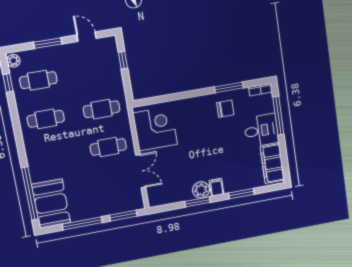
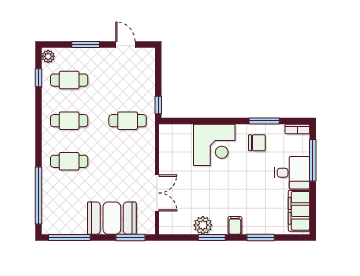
window: (123, 60) -> (158, 105), moved
corner desk: (155, 129) -> (214, 145), moved, turned 90
cafe table: (108, 147) -> (69, 161), moved
plant: (201, 190) -> (203, 225), moved
booth: (51, 204) -> (112, 218), moved, turned 90
window: (82, 223) -> (69, 238), moved

